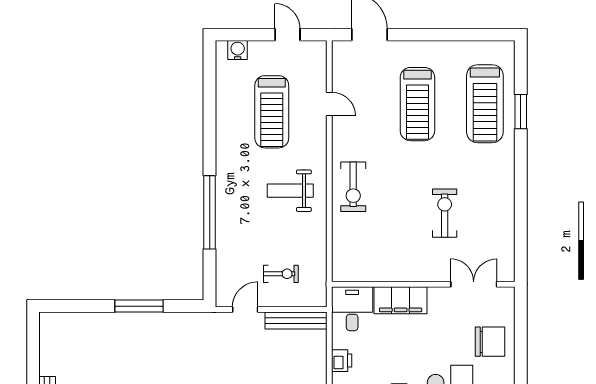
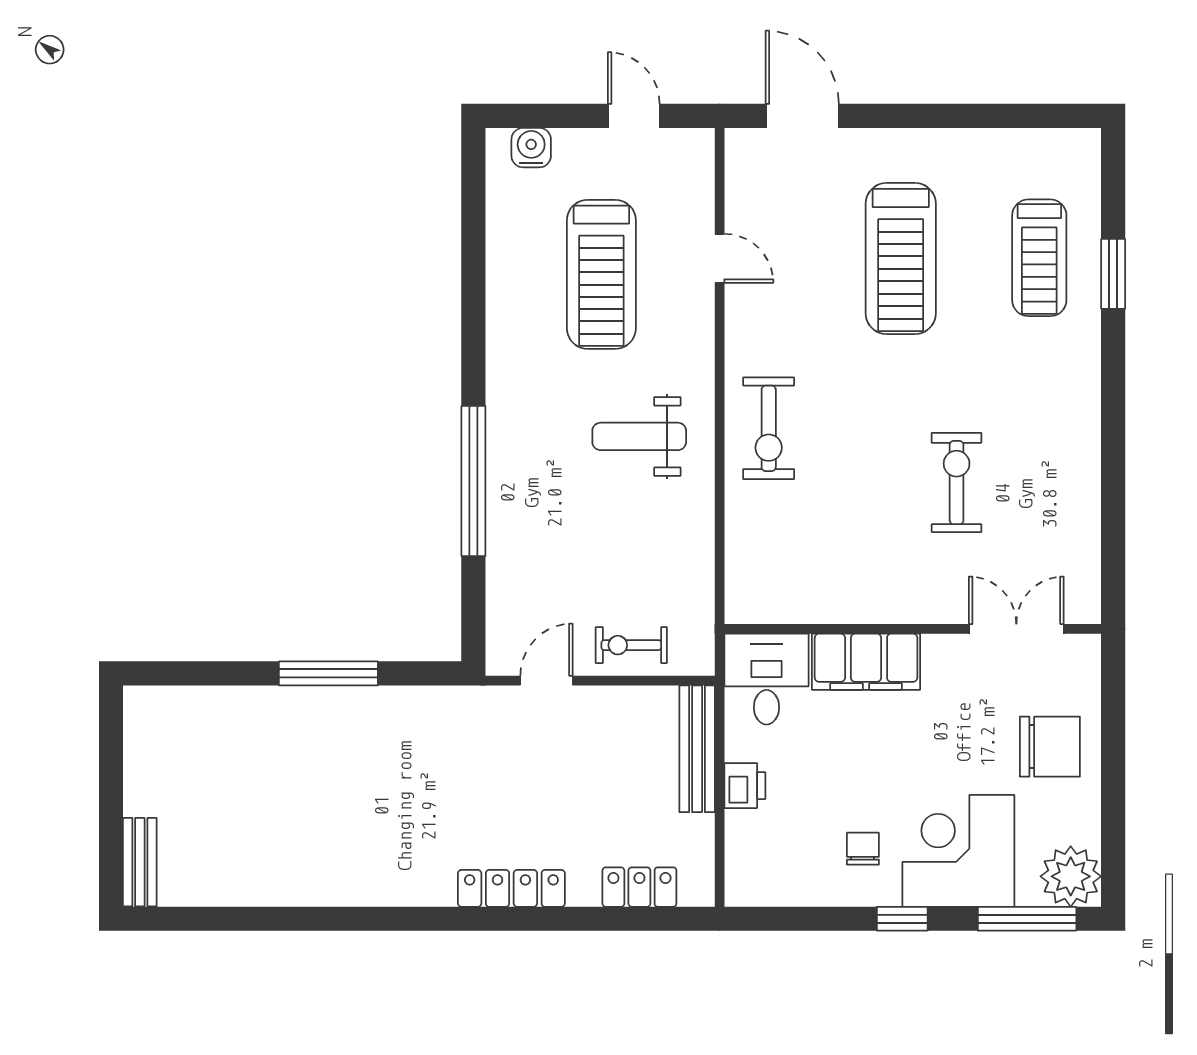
treadmill: (485, 104) -> (1039, 258), width x0.73, depth x0.73
exercise bike: (281, 274) -> (631, 645), moved, turned 180
bench: (296, 320) -> (697, 749), moved, turned 90

